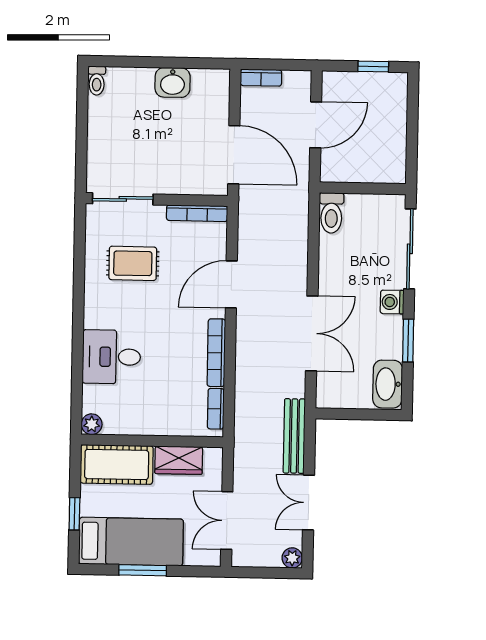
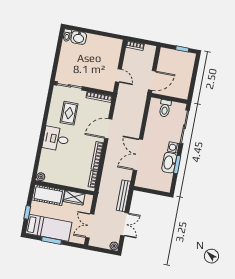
washbasin: (173, 82) -> (79, 38), moved
door: (316, 125) -> (152, 80), moved
door: (234, 155) -> (118, 75), width x0.53
toilet: (331, 213) -> (165, 108), moved
rug: (133, 263) -> (69, 113), turned 90
double door: (312, 333) -> (138, 155), swing flipped
desk: (111, 357) -> (56, 139), moved
washbasin: (388, 384) -> (169, 163), moved
double door: (308, 502) -> (125, 224), swing flipped

